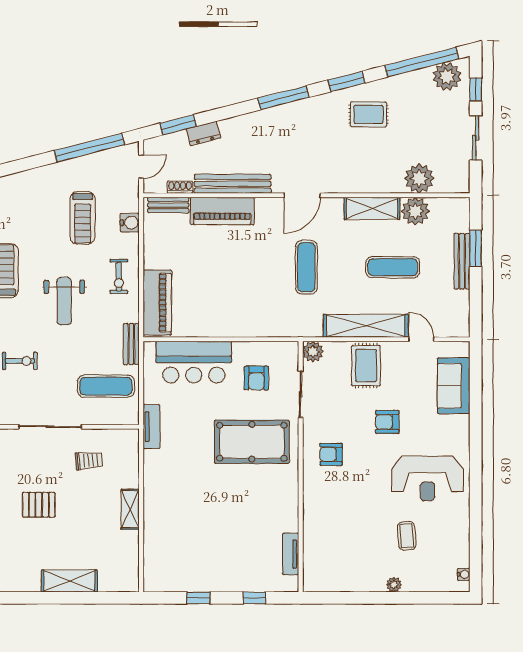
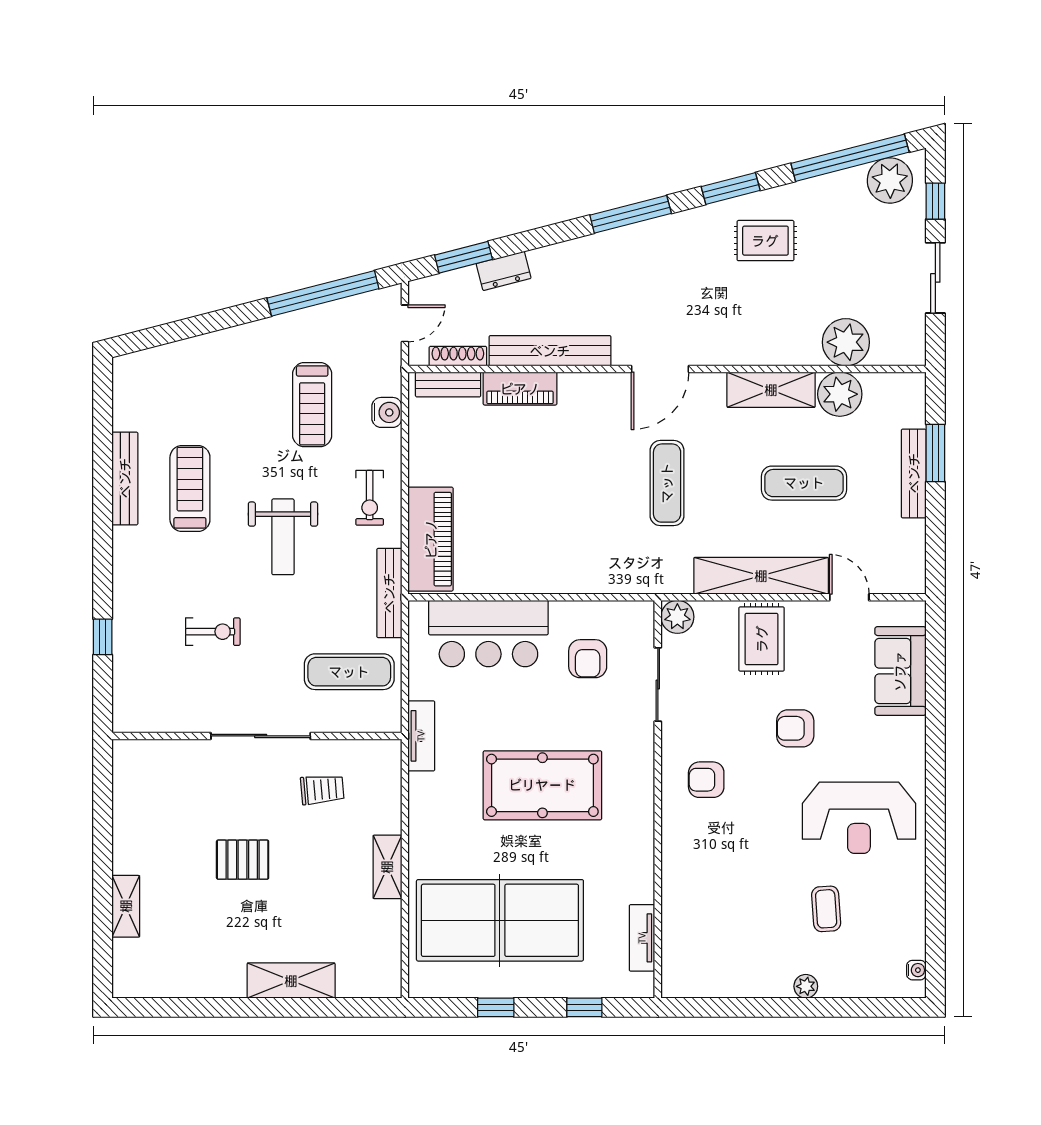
shoe rack: (180, 187) -> (458, 356), width x1.43
piano: (222, 211) -> (520, 389), width x0.73, depth x0.75
bench: (131, 344) -> (389, 593), width x1.36
pool table: (252, 442) -> (542, 785), moved
table tennis table: (201, 543) -> (500, 920), added

